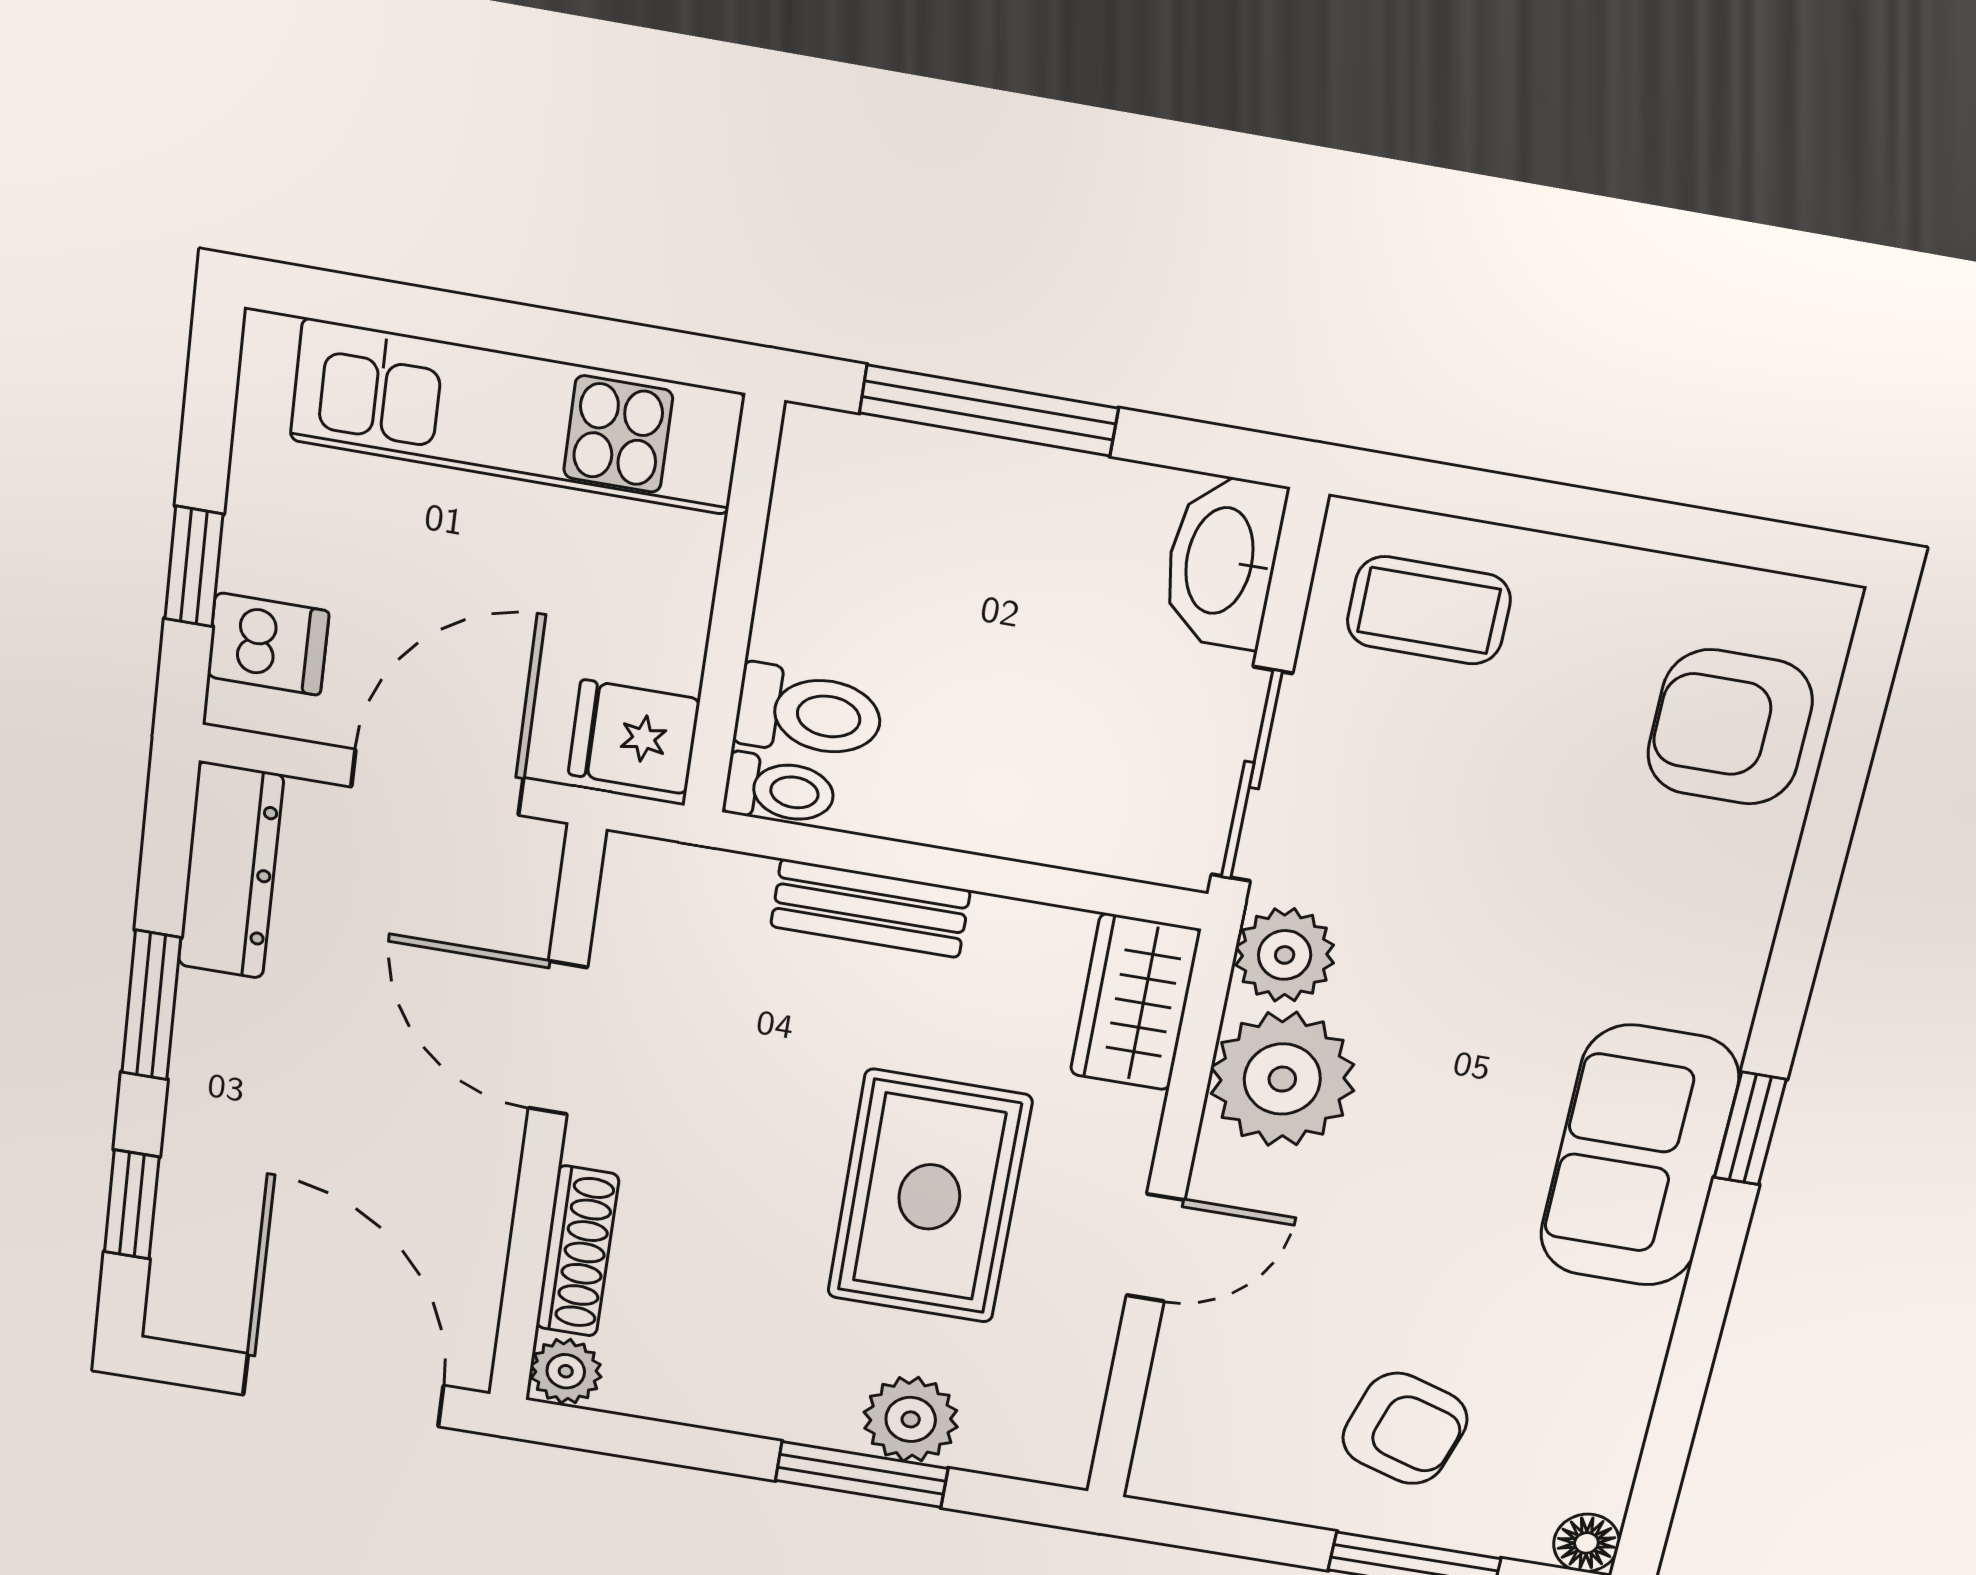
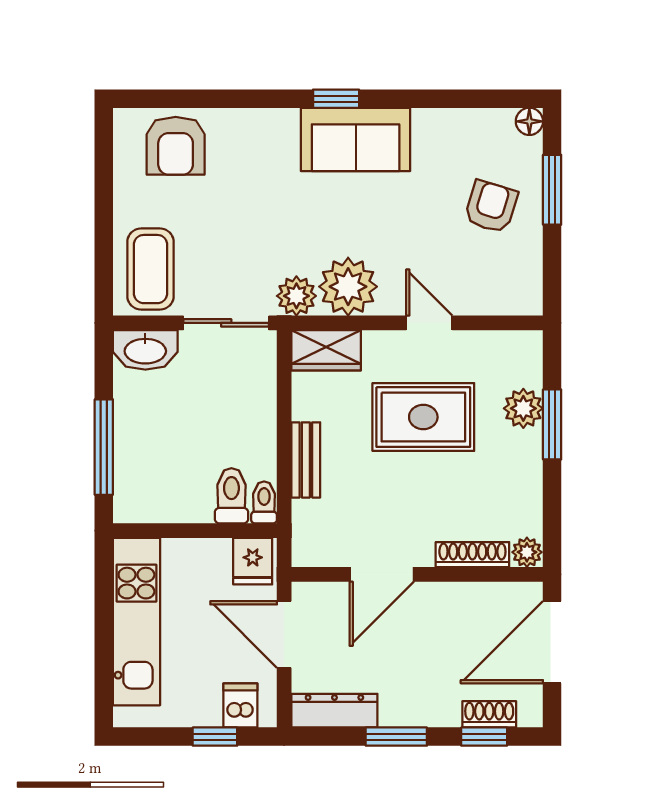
coffee table: (1429, 610) -> (151, 269), width x1.36, depth x1.30
shoe rack: (185, 1225) -> (489, 714), added

